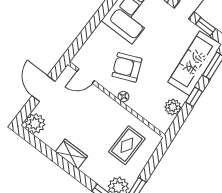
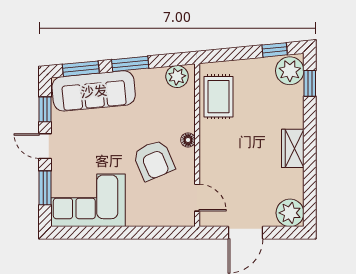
window: (194, 97) -> (130, 64), width x1.50
plant: (173, 107) -> (177, 76), moved
rug: (127, 145) -> (218, 97), moved, turned 90

